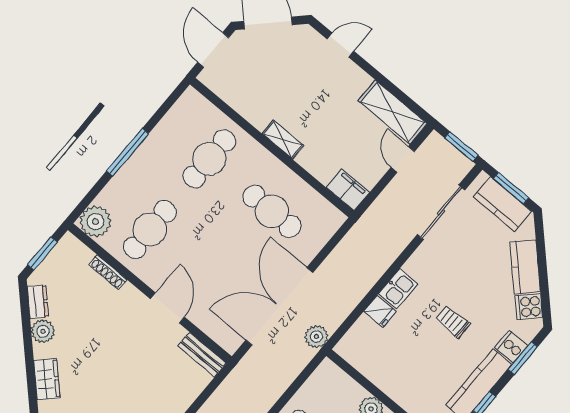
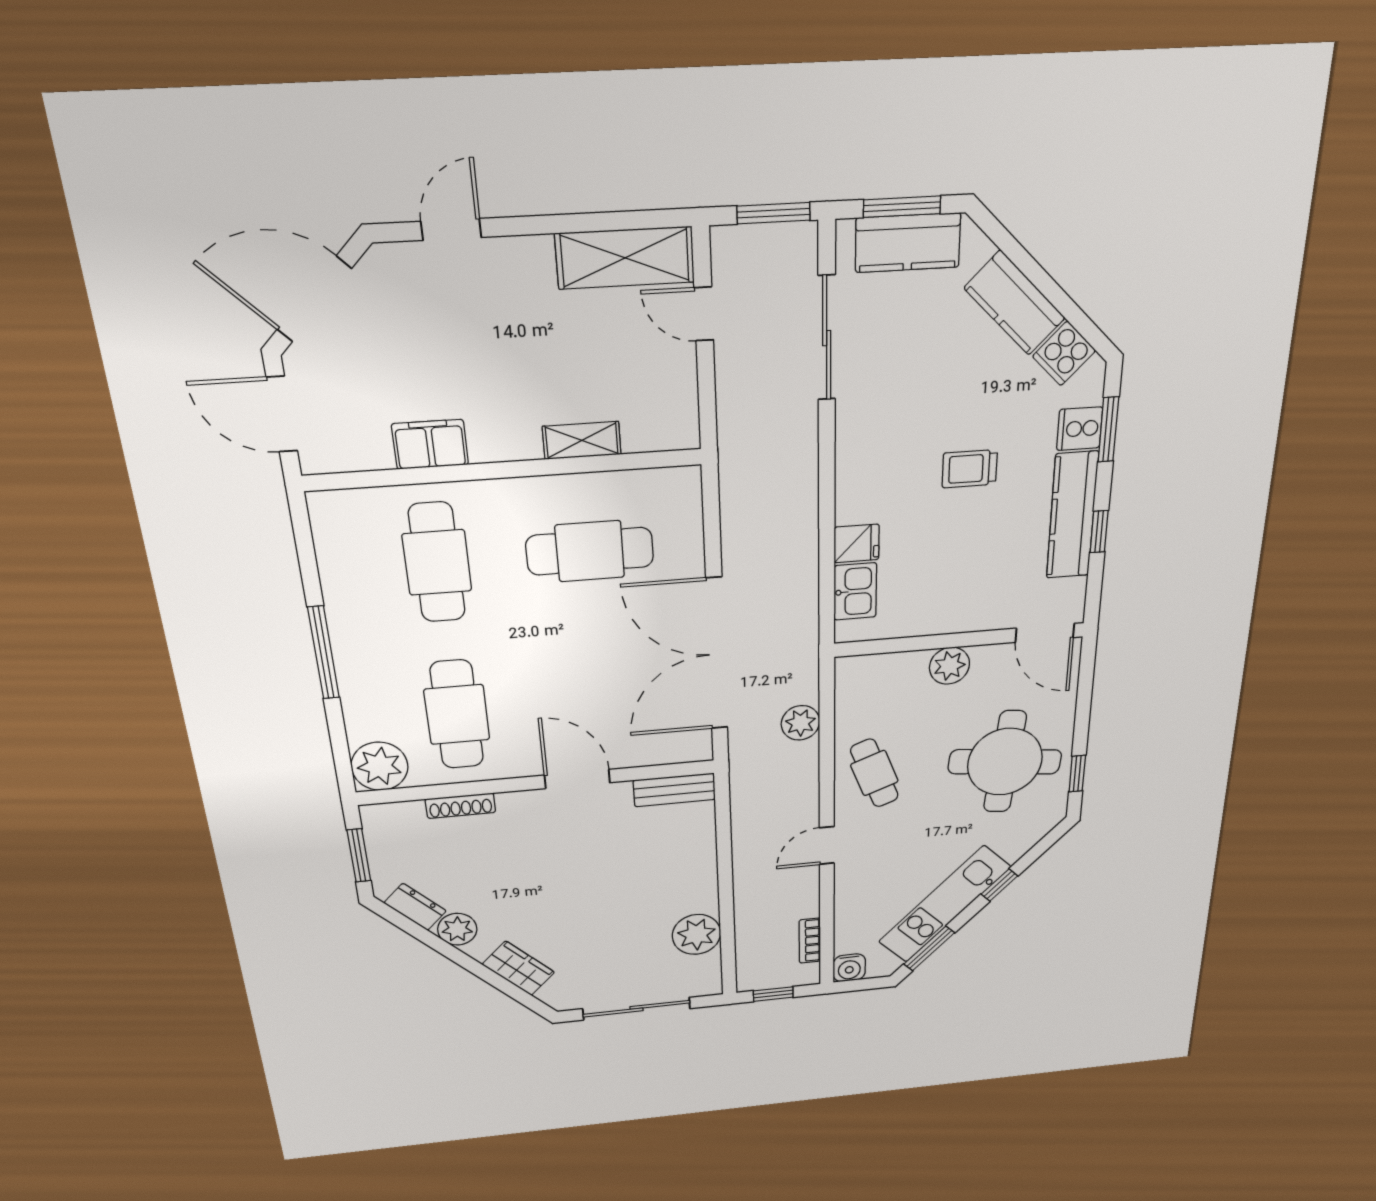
shelving: (283, 140) -> (582, 440), moved
filing cabinet: (348, 190) -> (430, 444), moved
kitchen sink: (398, 289) -> (855, 591), moved
plant: (316, 336) -> (800, 723), moved

